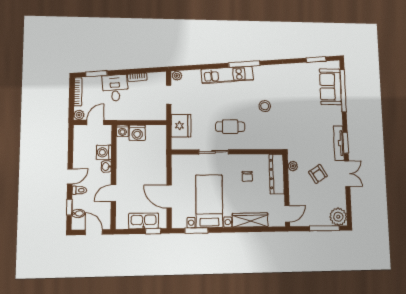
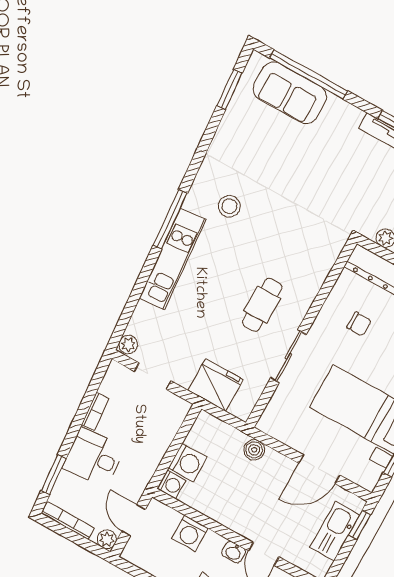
stool: (265, 106) -> (229, 206), moved
boiler: (161, 161) -> (254, 450), added
washbasin: (106, 167) -> (234, 552), moved

